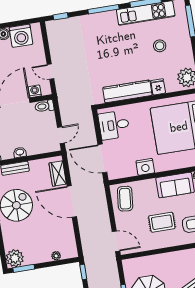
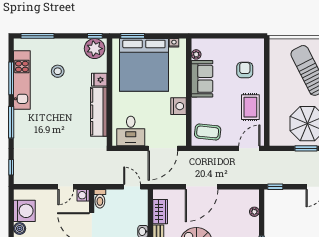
washing machine: (35, 91) -> (83, 195), moved
wardrobe: (58, 174) -> (160, 212), moved, turned -90
rug: (162, 222) -> (250, 107), moved

